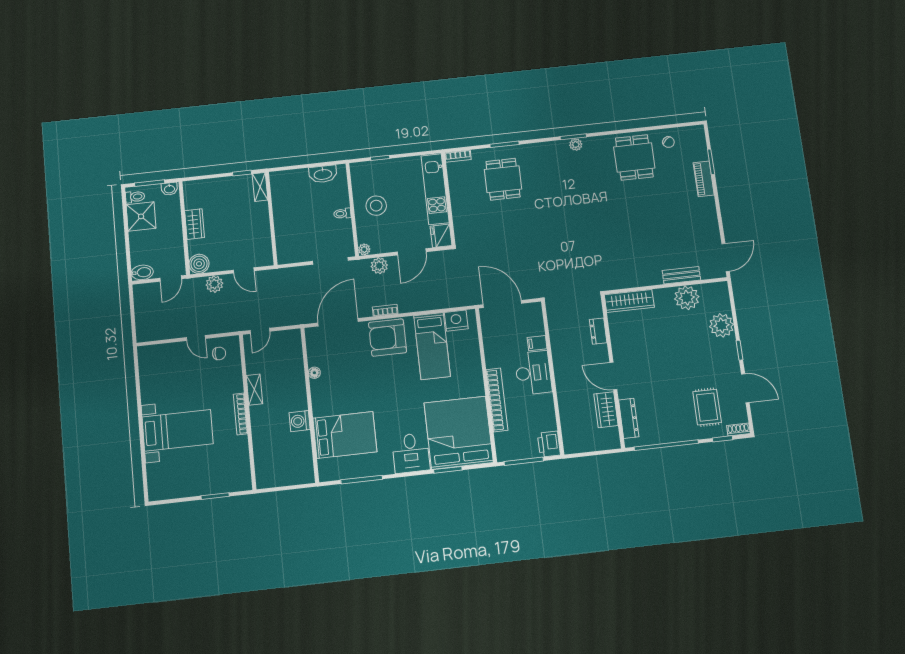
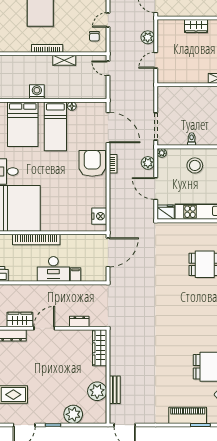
piano: (704, 179) -> (188, 415), width x1.37, depth x1.33
boiler: (199, 264) -> (165, 27), removed
bed: (432, 346) -> (55, 126), moved, turned -90

